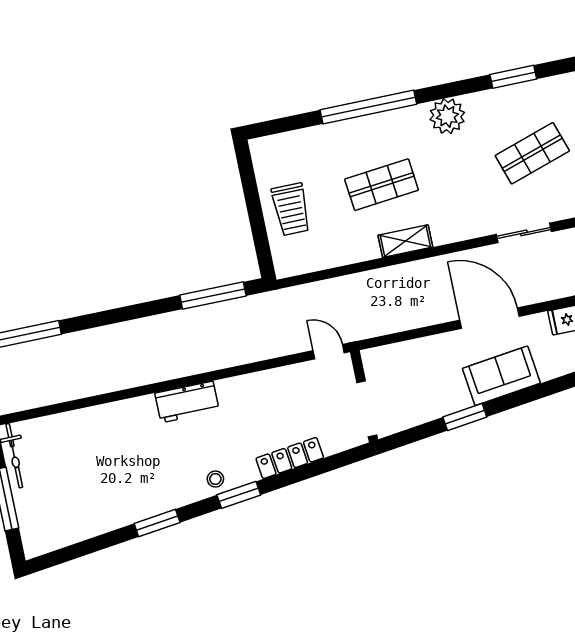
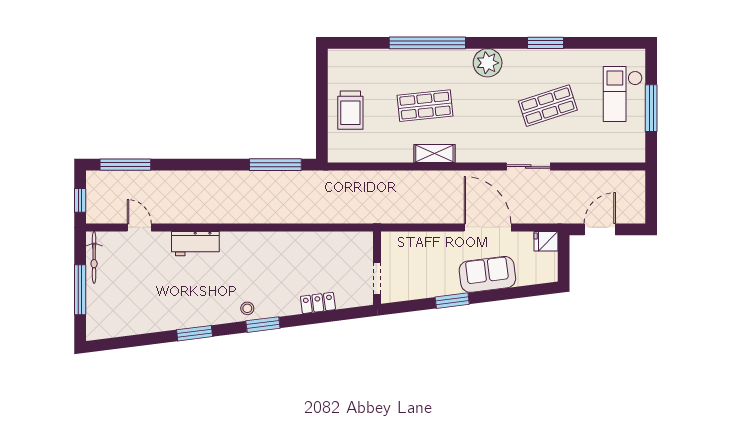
door: (329, 352) -> (139, 227), moved
workbench: (187, 402) -> (195, 244), moved
doorway: (367, 409) -> (377, 278), width x0.73
locker: (290, 458) -> (318, 303), width x0.66

